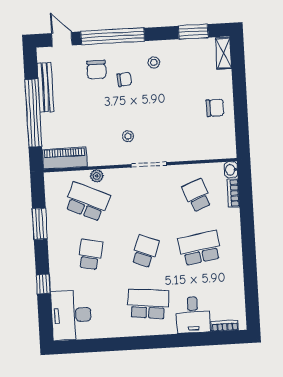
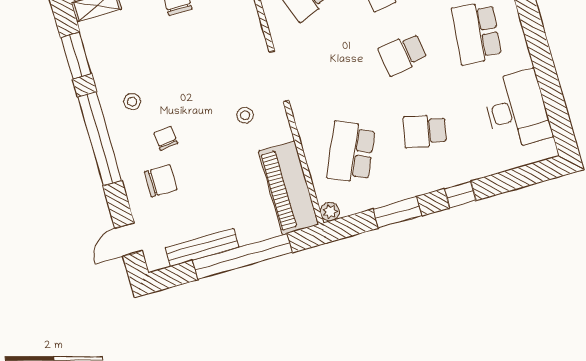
window: (113, 36) -> (100, 139), moved
piano: (65, 158) -> (289, 188), width x1.37, depth x1.33
plant: (97, 176) -> (330, 212), moved
school desk: (145, 251) -> (403, 54), turned -30
window: (43, 284) -> (460, 194), moved
desk: (71, 315) -> (517, 110), moved, turned -90

